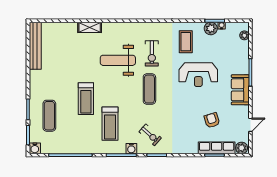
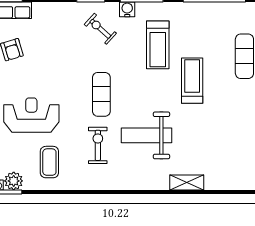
weight bench: (118, 60) -> (146, 135), turned 180
treadmill: (110, 124) -> (158, 45), turned 180

